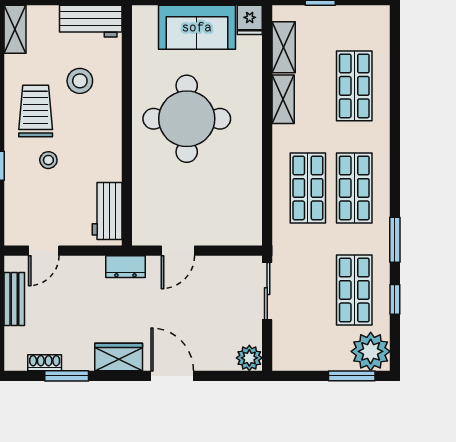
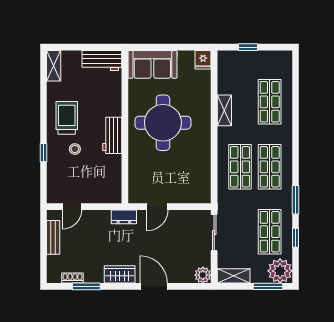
sofa: (197, 27) -> (152, 64), moved
shelving: (284, 47) -> (234, 276), moved, turned 90
stool: (80, 81) -> (95, 99), removed
workbench: (107, 211) -> (112, 135), moved

